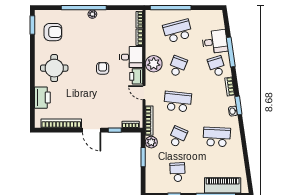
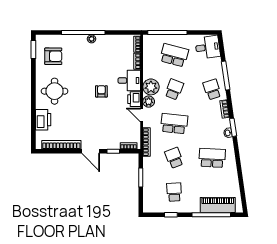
school desk: (178, 31) -> (174, 55), turned 30
desk: (215, 42) -> (208, 47), moved
school desk: (178, 137) -> (174, 158), turned -45
plant: (151, 142) -> (149, 102), moved

